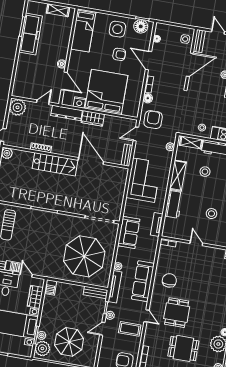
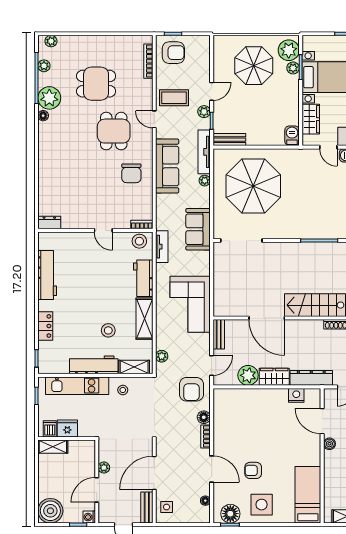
bed: (106, 92) -> (262, 416), removed
plant: (111, 123) -> (248, 375), added
stool: (211, 214) -> (139, 241), moved

